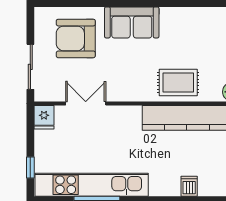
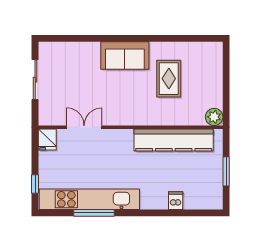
armchair: (76, 38) -> (75, 70), removed
sliding door: (30, 67) -> (35, 80), moved
rug: (178, 82) -> (169, 79), moved, turned 90

